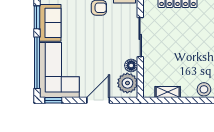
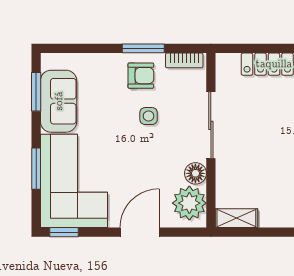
side table: (103, 32) -> (149, 116), added
window: (37, 63) -> (36, 169), width x0.47
shelving: (168, 92) -> (236, 218), moved

